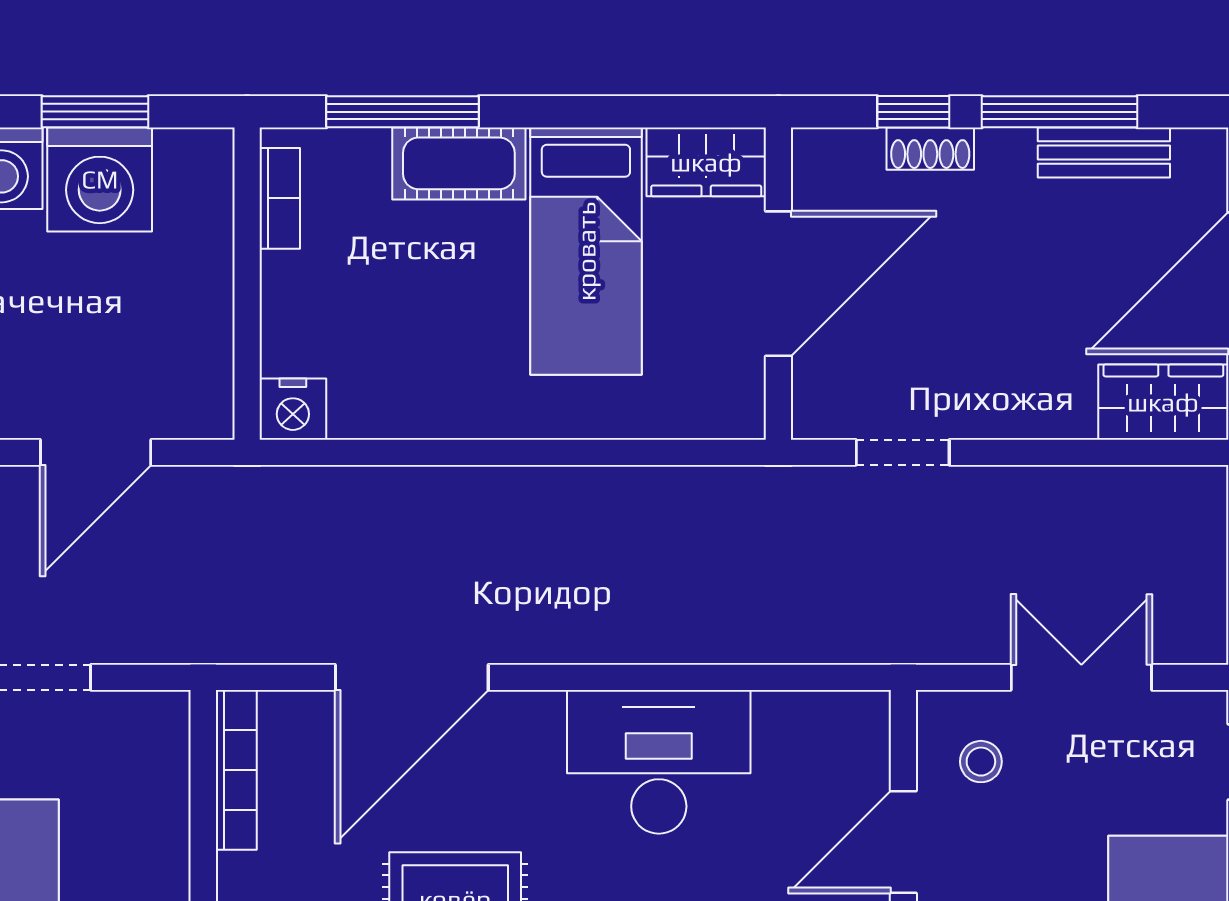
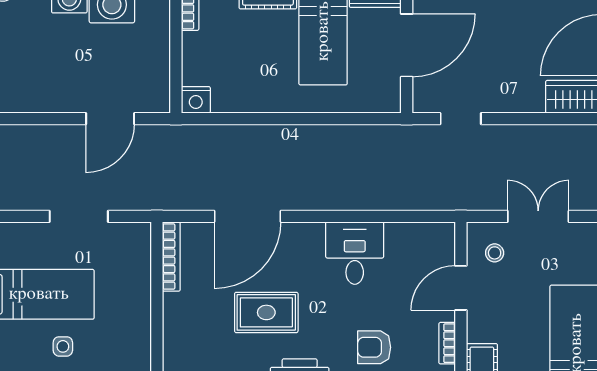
desk: (659, 762) -> (355, 253), width x0.73

